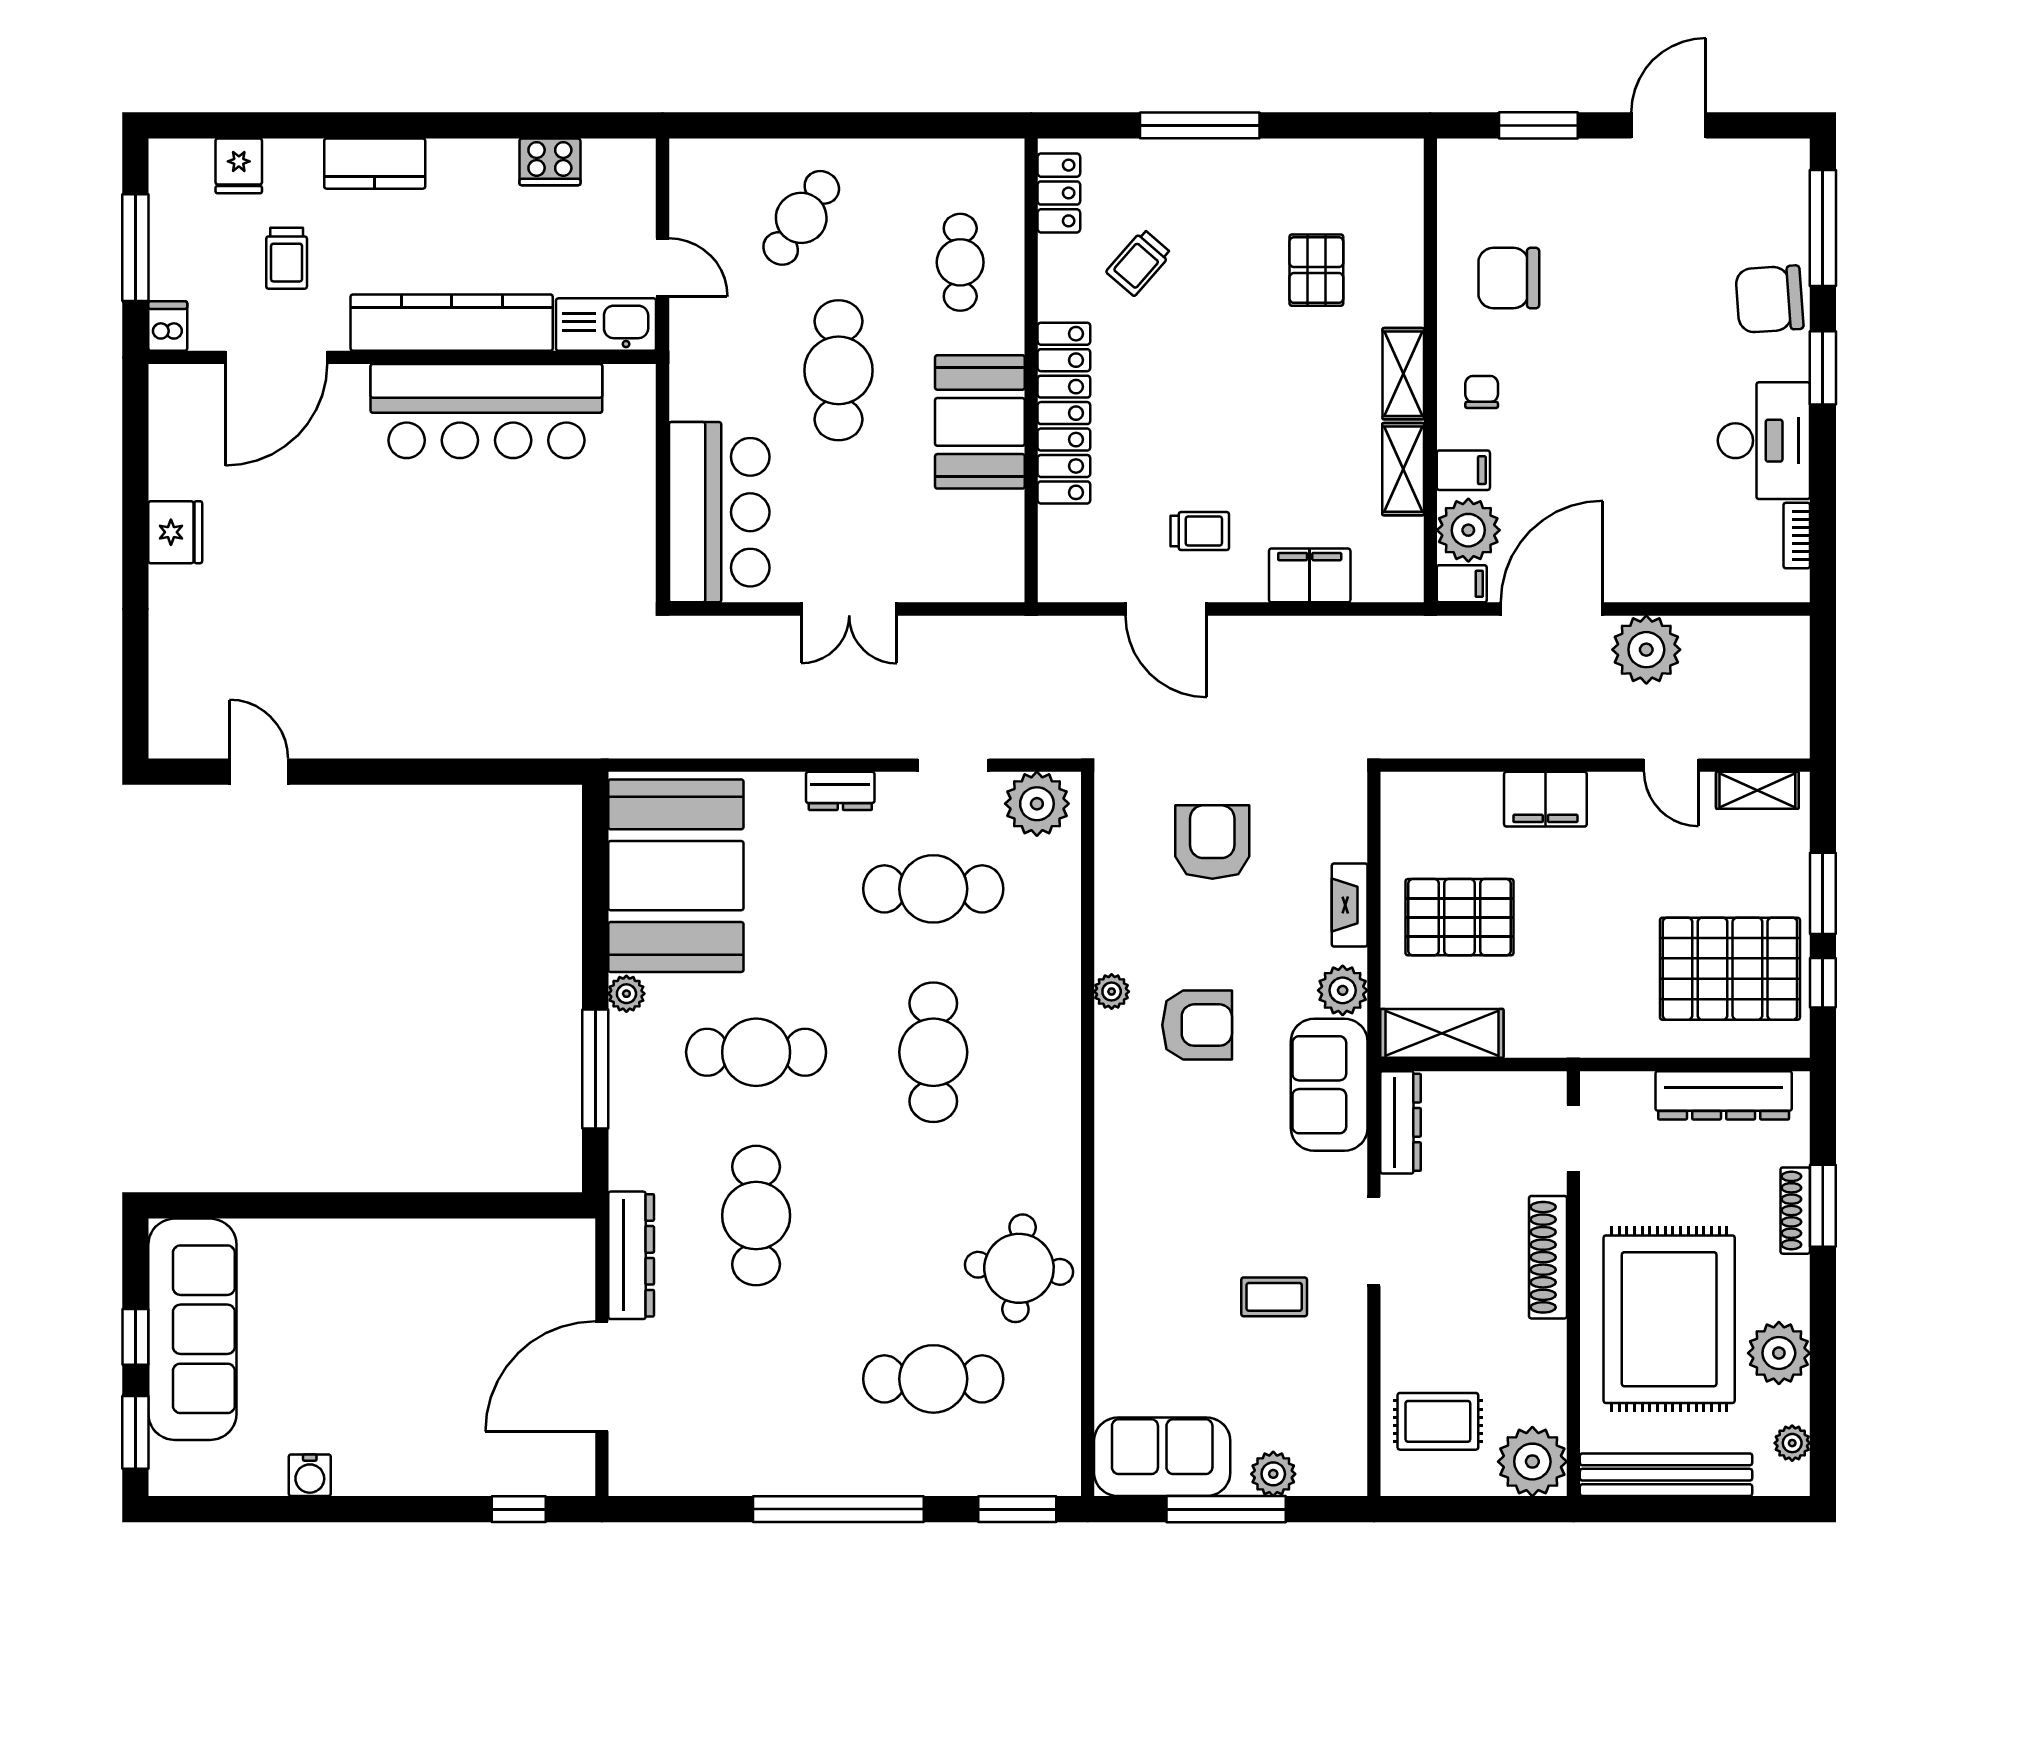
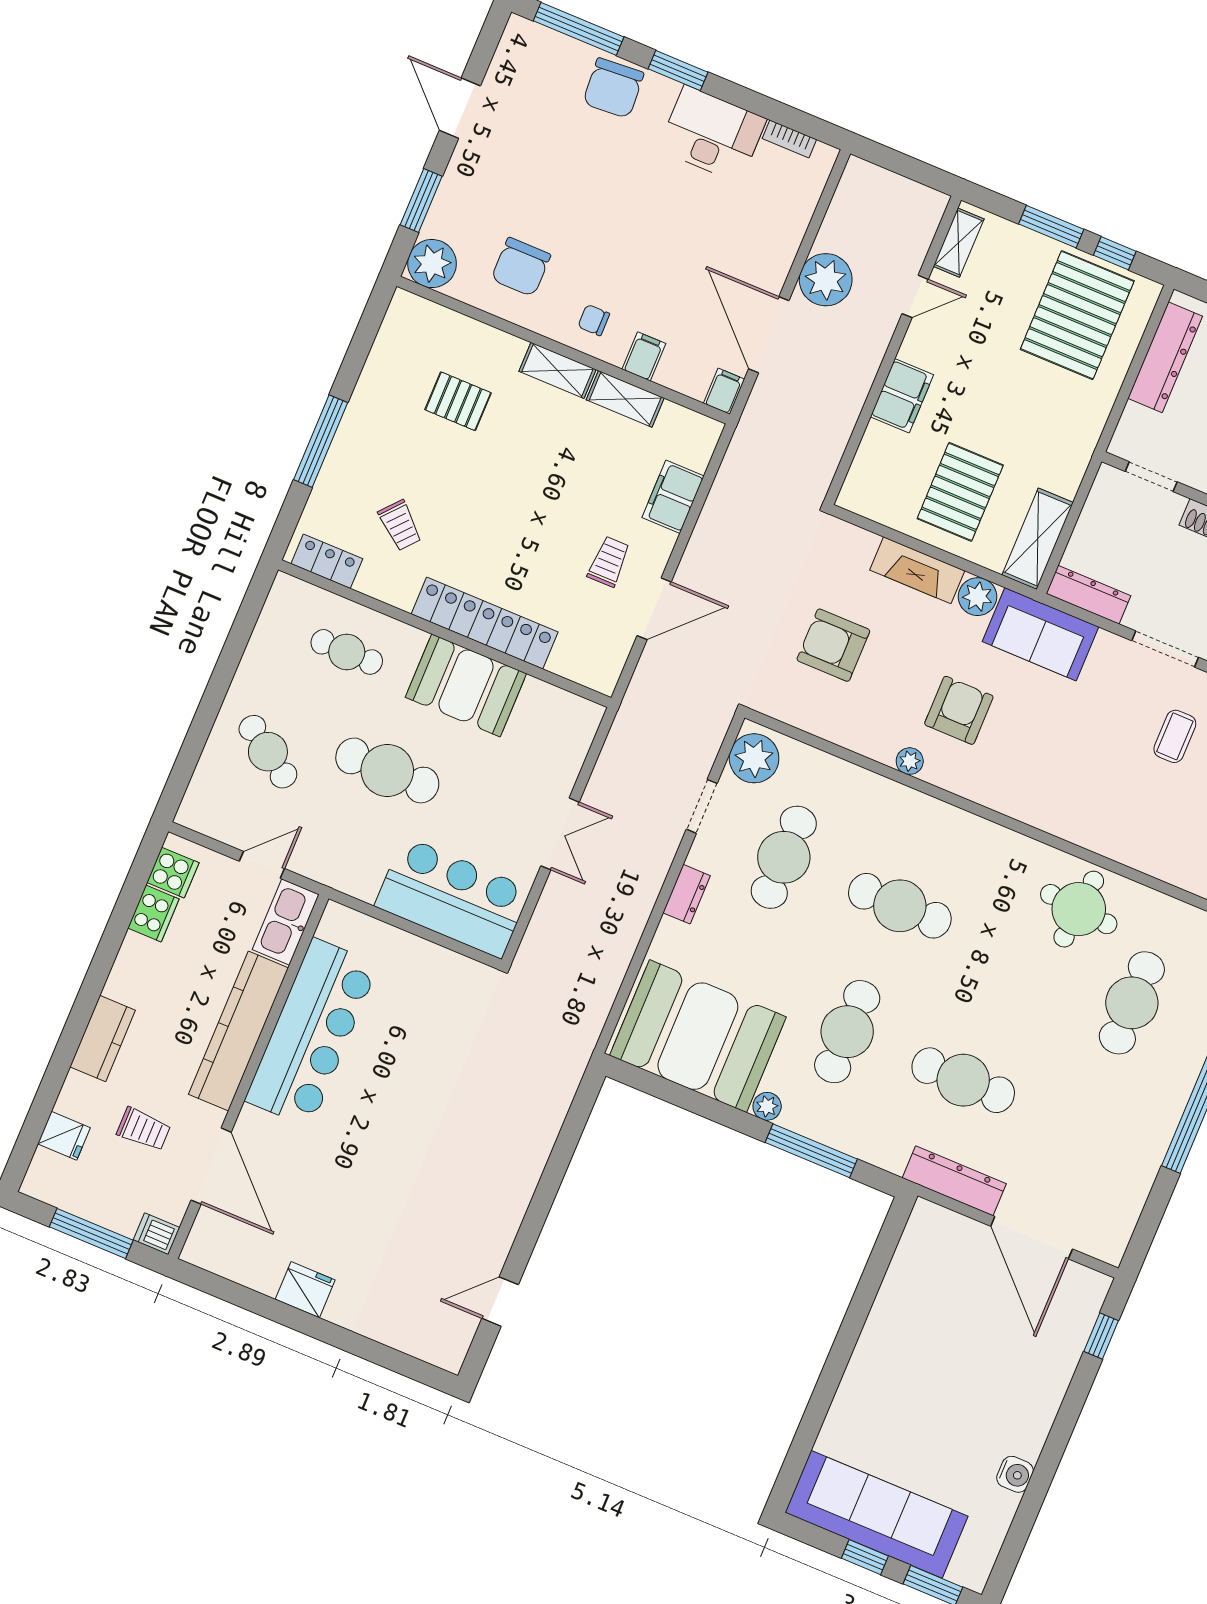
cooker: (609, 165) -> (173, 873), added
plant: (1468, 530) -> (432, 264), moved
fireplace: (1350, 905) -> (917, 570), width x1.37, depth x1.32

